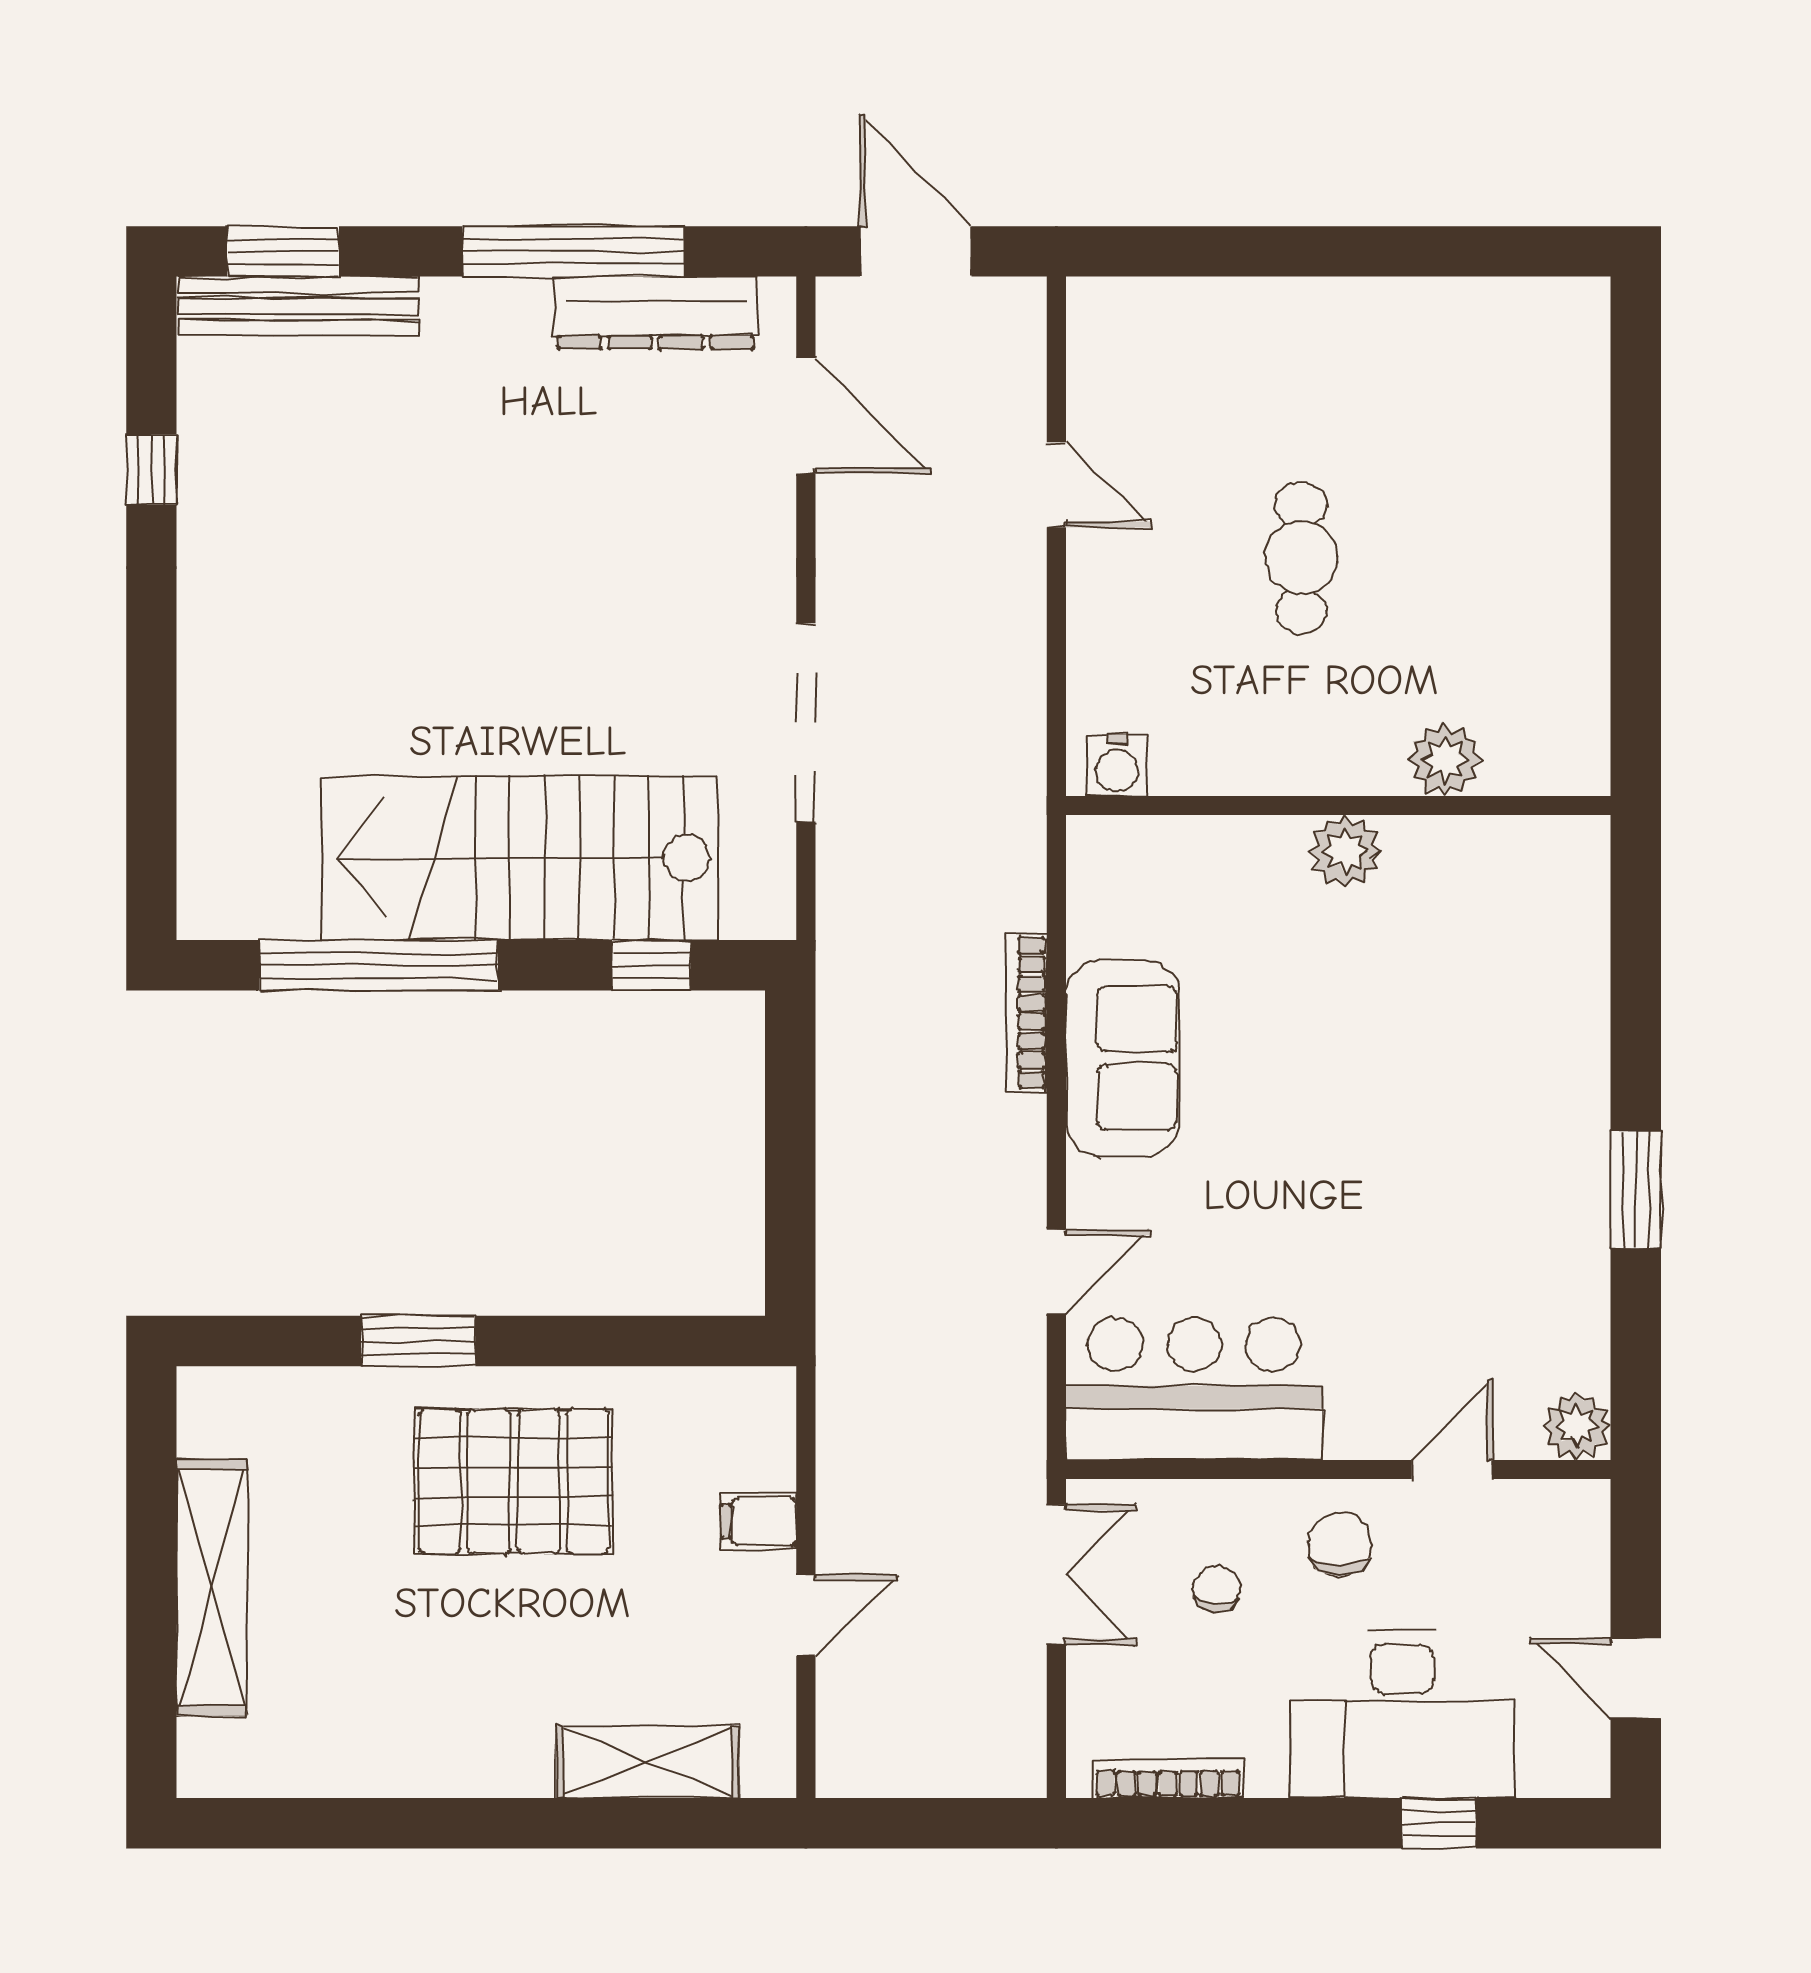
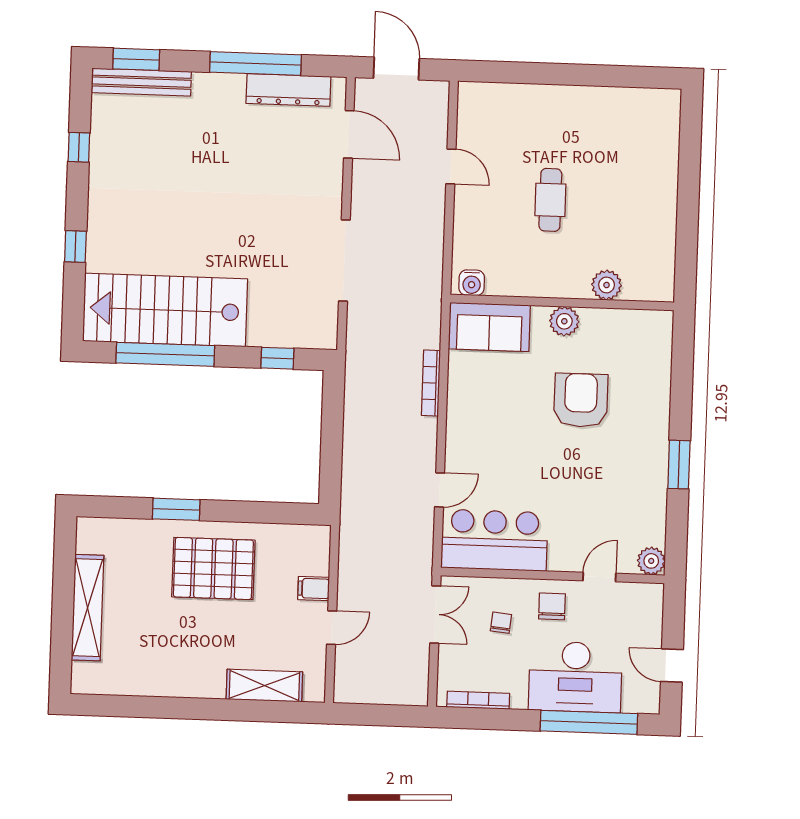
window: (151, 711) -> (75, 246), added
stairs: (520, 858) -> (165, 310), moved
armchair: (1392, 1042) -> (581, 400), added
sofa: (1122, 1058) -> (489, 327), moved, turned 90
window: (1439, 1823) -> (589, 722), width x3.17

